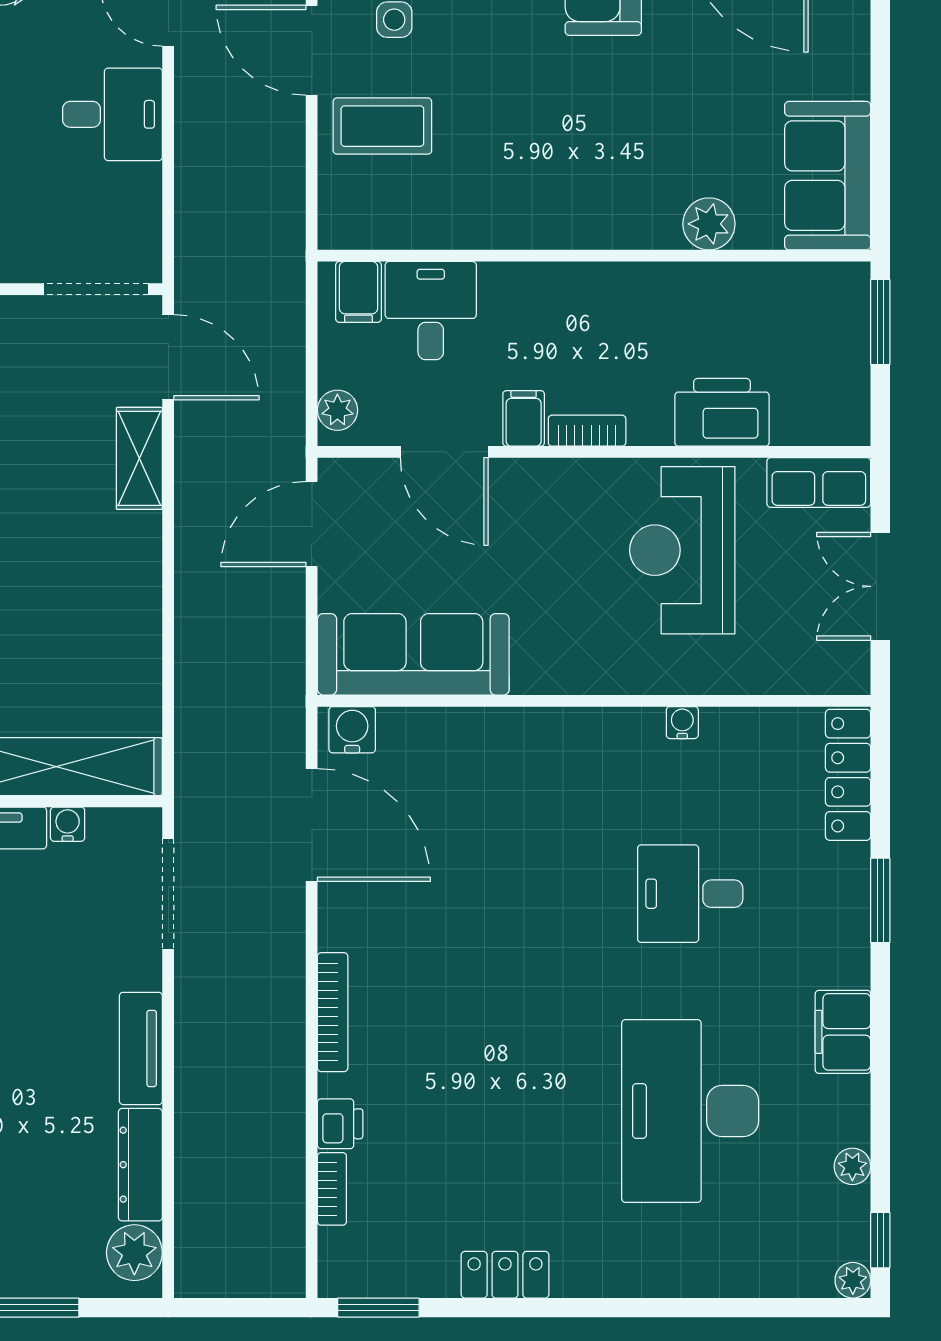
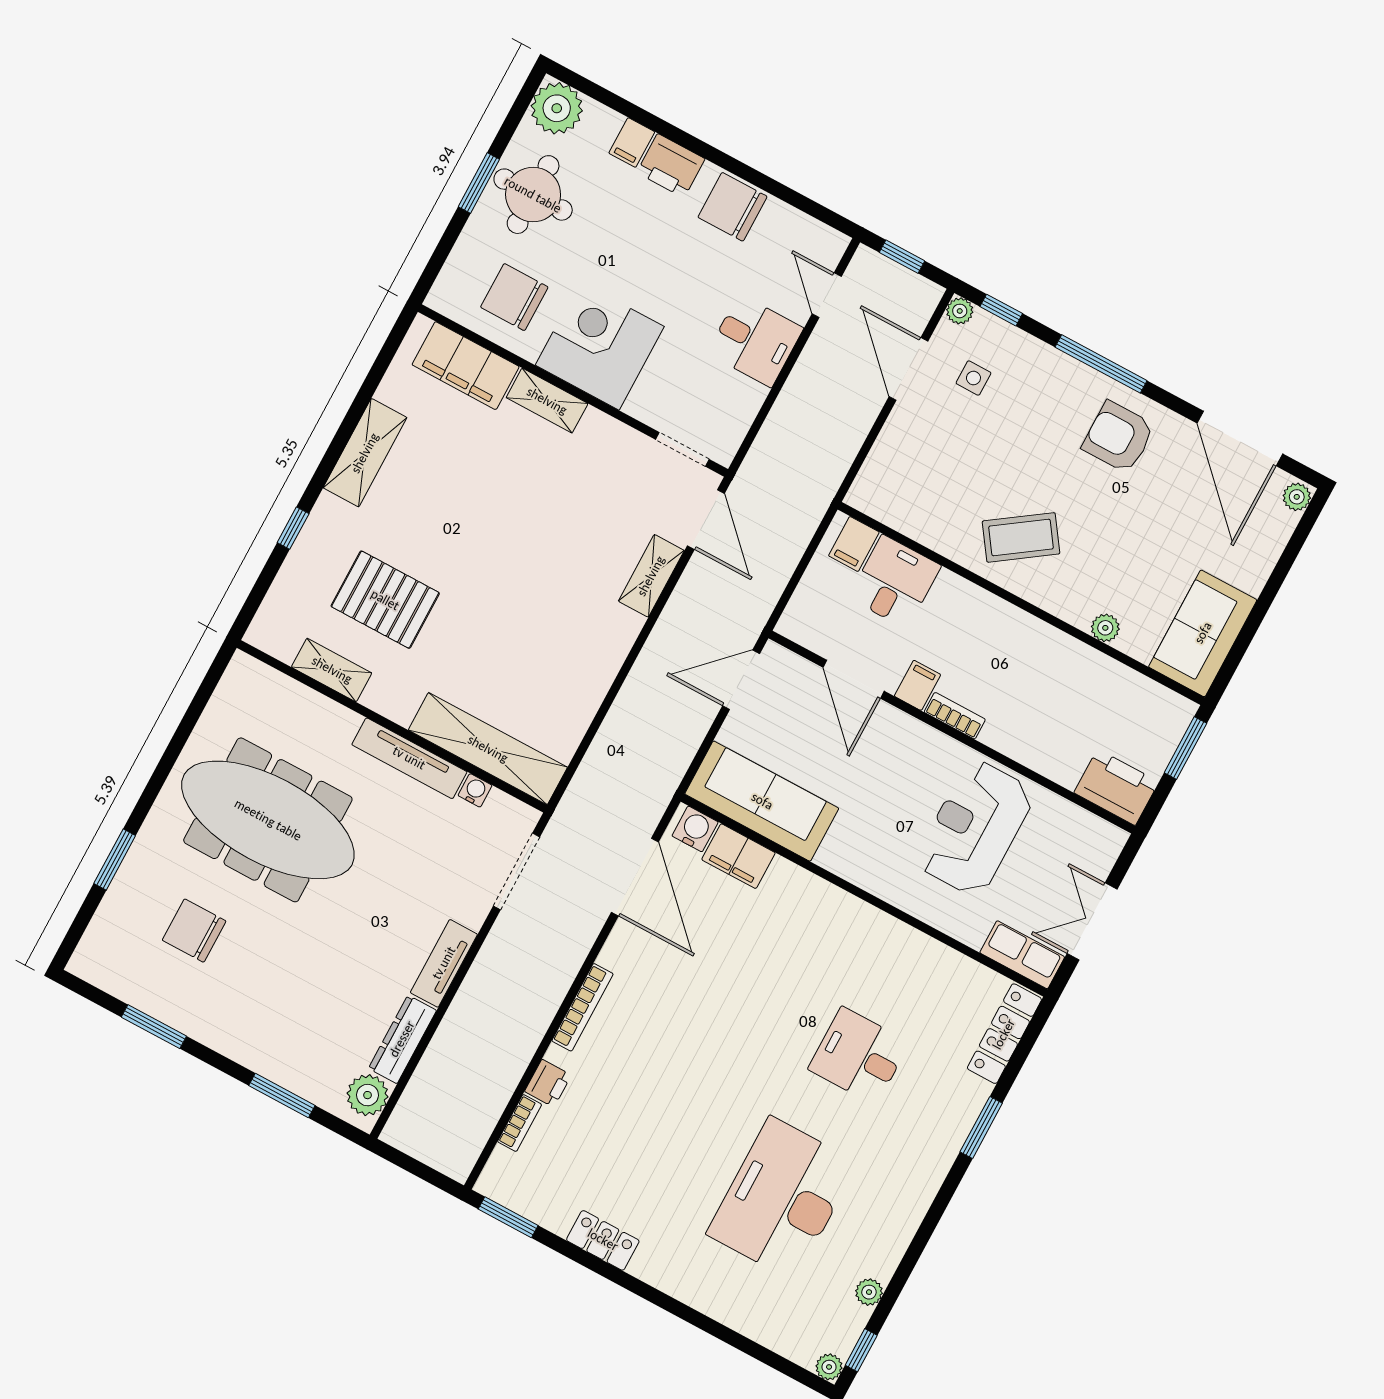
coffee table: (382, 126) -> (1021, 537), moved, turned -35
plant: (709, 224) -> (1105, 628), width x0.73, depth x0.73
doorway: (96, 289) -> (682, 449), width x0.73
plant: (337, 410) -> (798, 614), removed
printer: (722, 412) -> (1116, 787), moved
row of seats: (819, 482) -> (1022, 955), moved, turned 180
water cooler: (682, 723) -> (914, 941), removed
filing cabinet: (843, 1032) -> (738, 856), moved, turned -90

